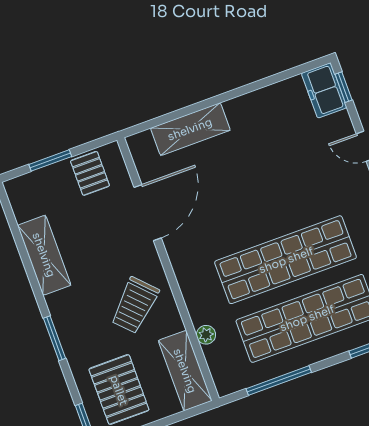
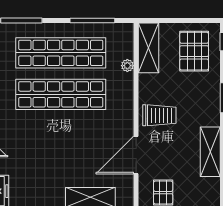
trolley: (135, 305) -> (159, 115), moved, turned 44

